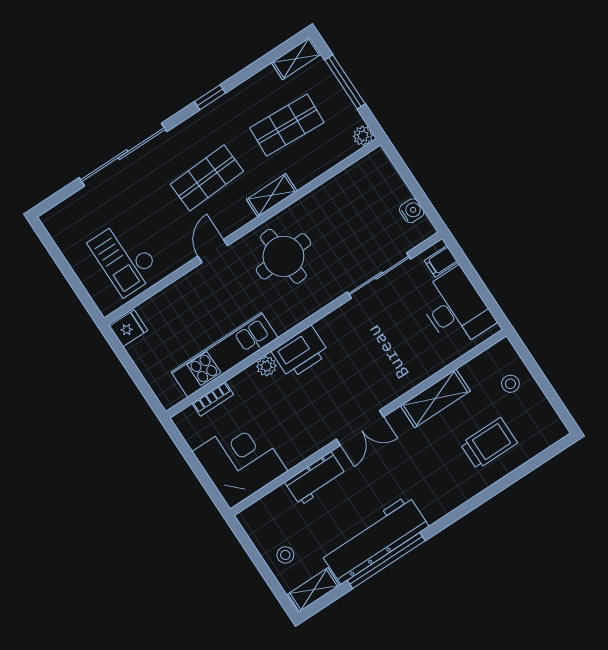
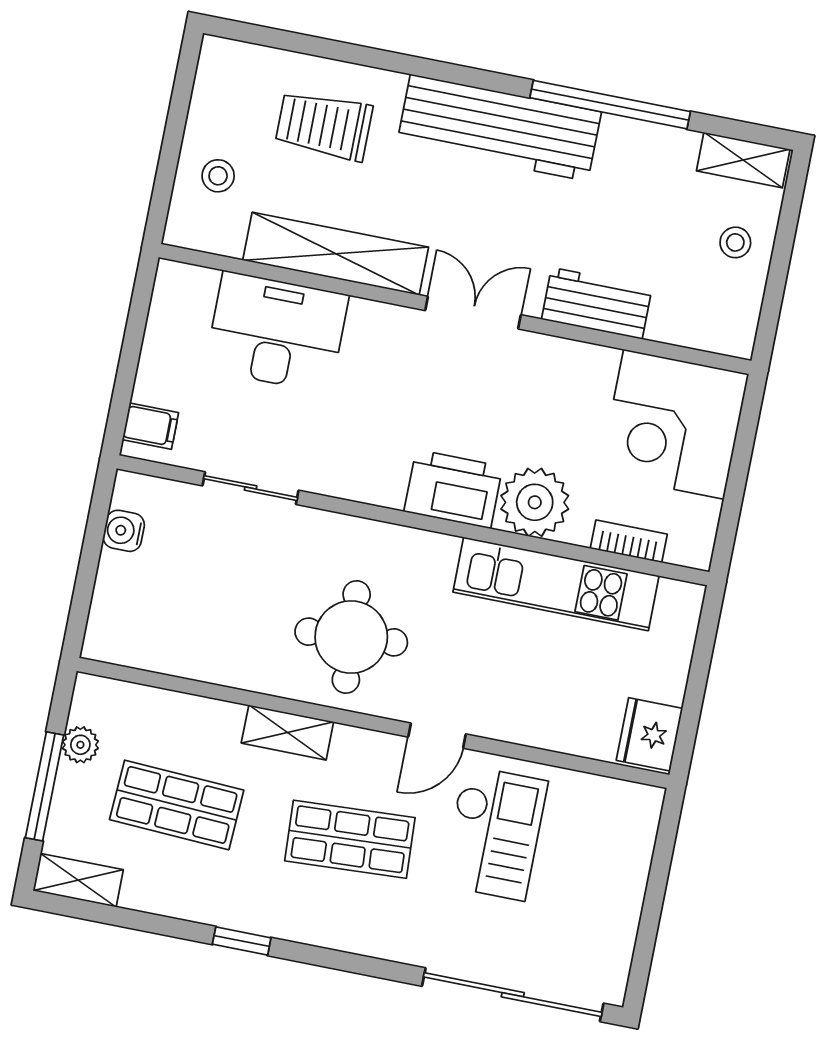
plant: (363, 136) -> (80, 745), moved
sliding door: (123, 155) -> (513, 995), moved
checkout: (124, 258) -> (494, 833), moved
sliding door: (379, 276) -> (251, 488), width x0.73
desk: (456, 308) -> (277, 332), moved, turned 90
fridge: (129, 328) -> (649, 734), width x1.38
plant: (266, 366) -> (535, 502), width x1.88, depth x1.88
shelving: (435, 398) -> (336, 254), width x1.47
workbench: (375, 539) -> (499, 128), moved

